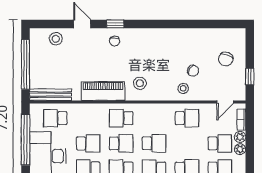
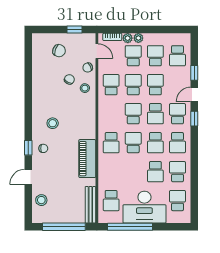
stool: (140, 83) -> (53, 123), moved
chair: (207, 92) -> (88, 68), added
school desk: (88, 143) -> (133, 85), moved

